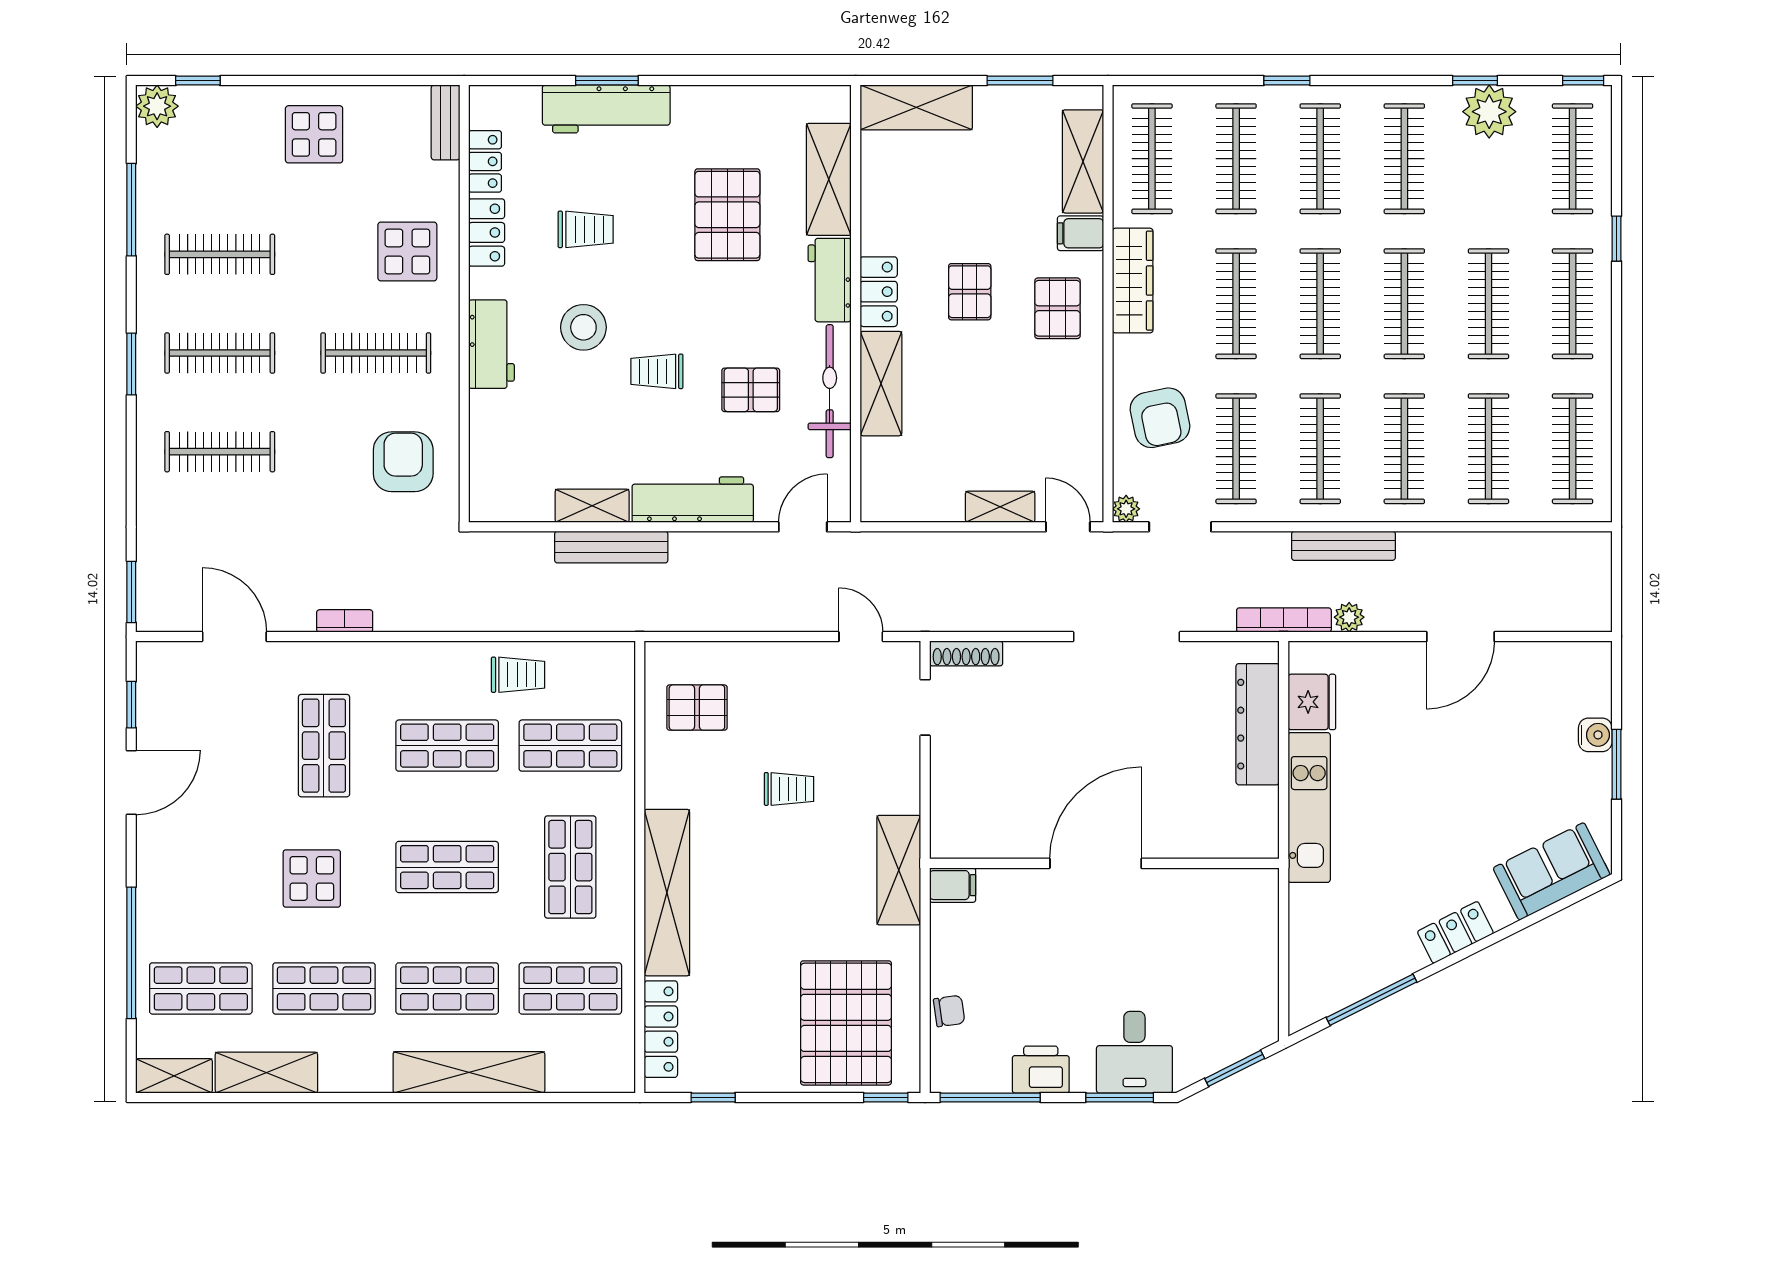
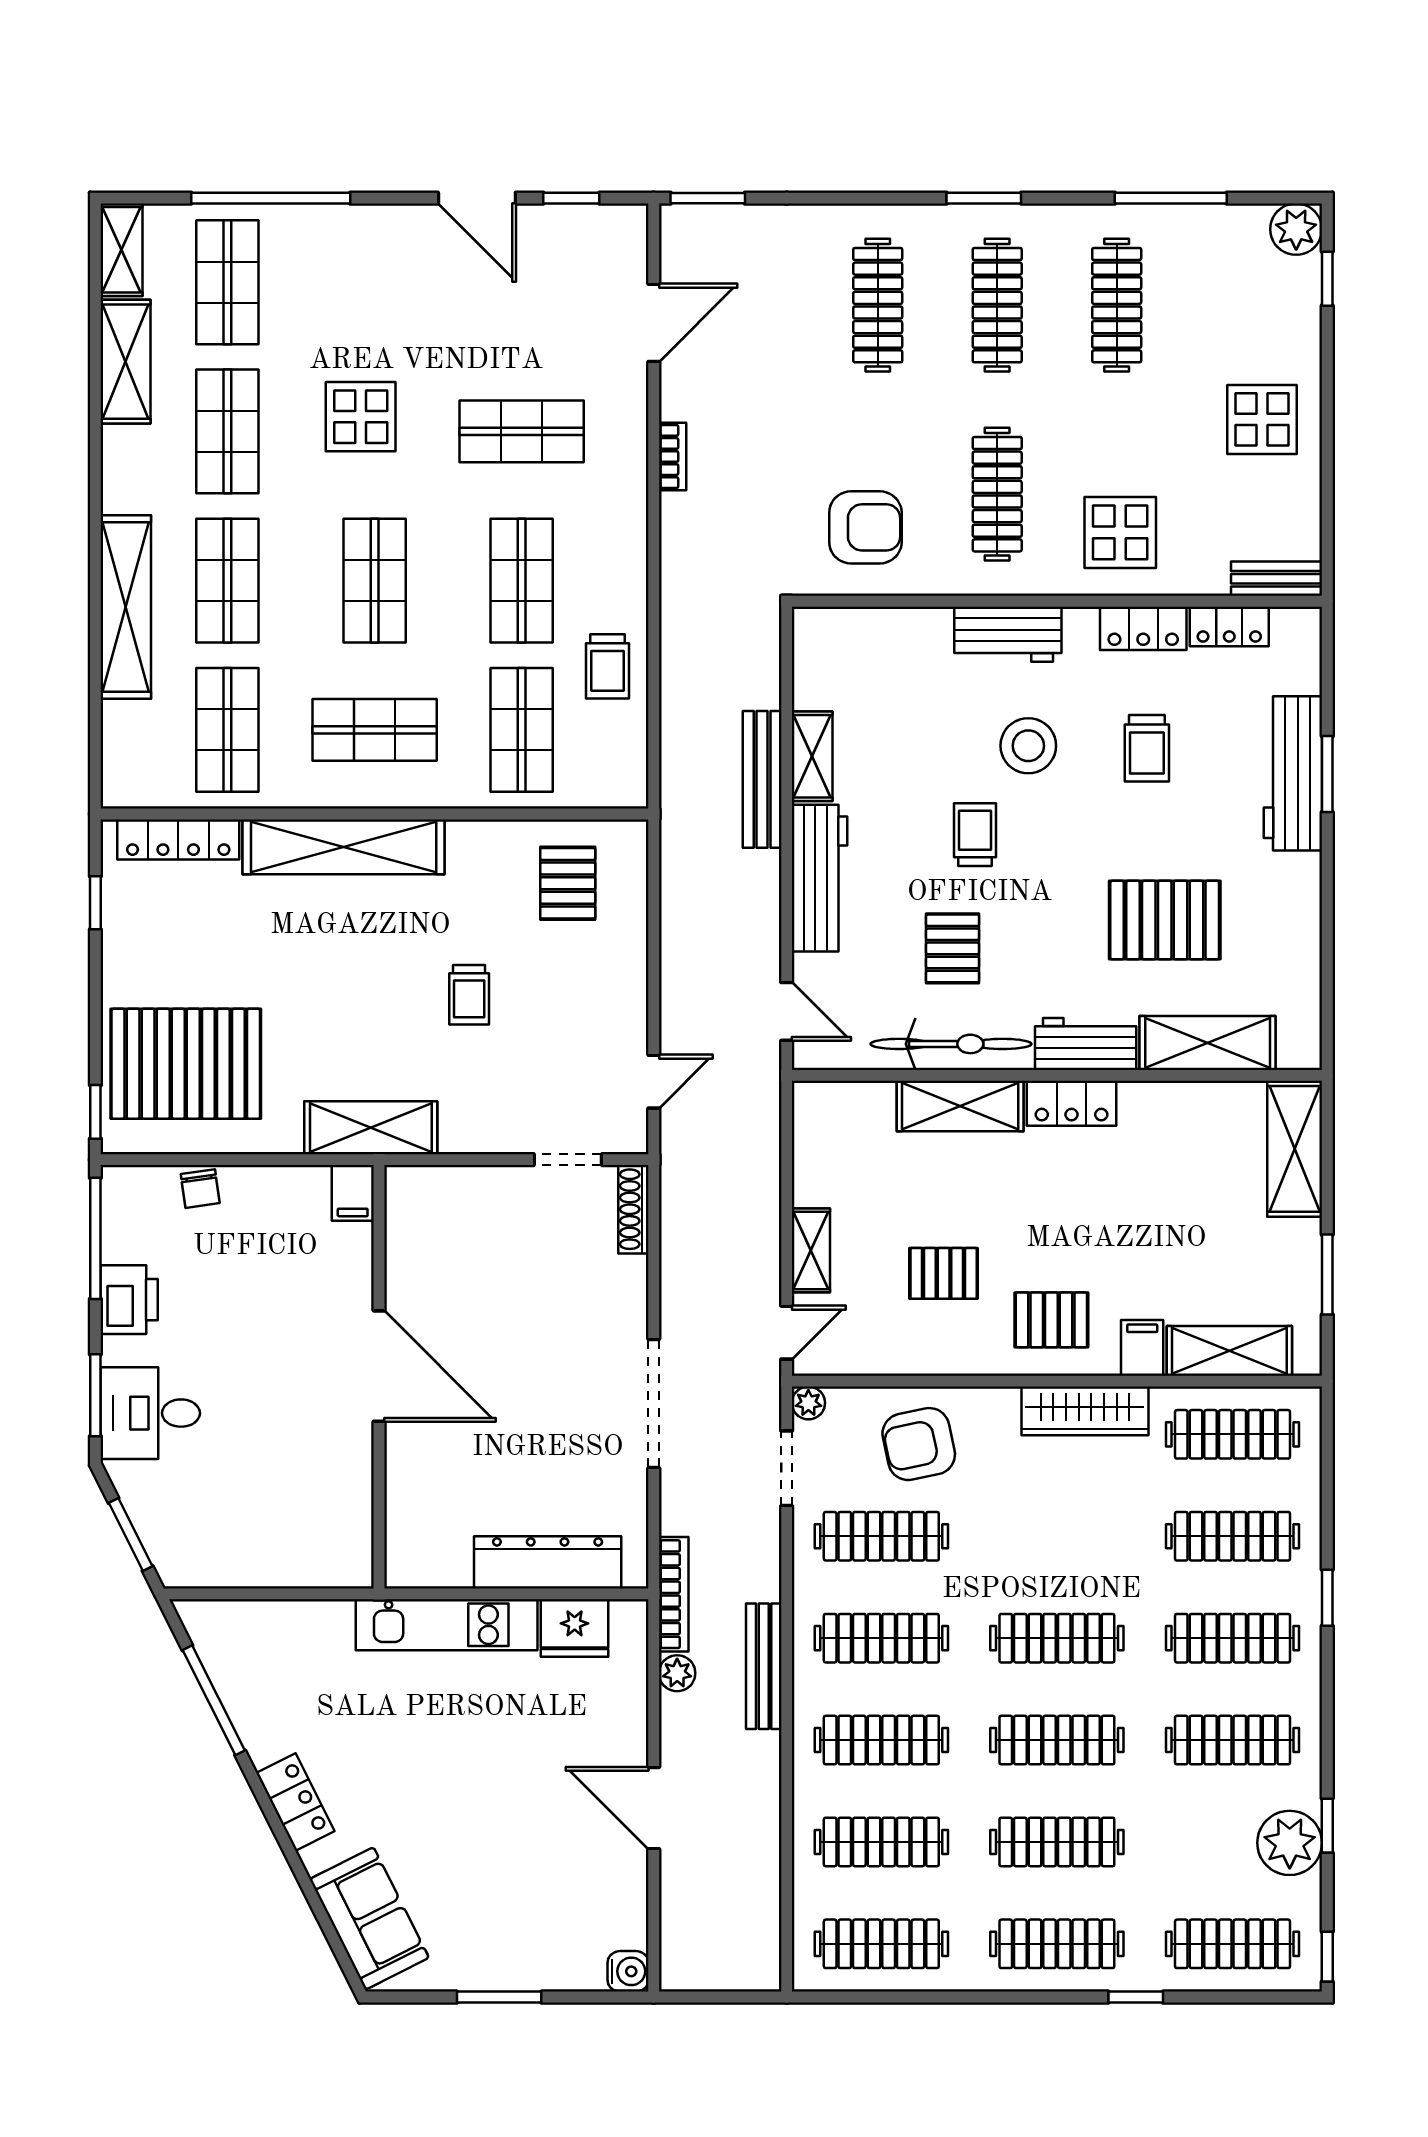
pallet: (970, 292) -> (944, 1273), moved
clothes rail: (1236, 304) -> (1057, 1536), removed
water cooler: (1595, 735) -> (628, 1971), moved, turned -90

